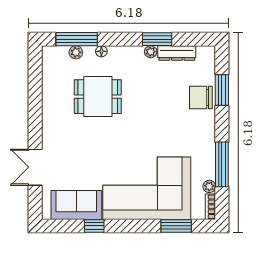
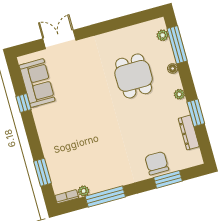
plant: (76, 52) -> (163, 35), moved
plant: (151, 52) -> (179, 94), moved
corner sofa: (147, 188) -> (68, 139), removed

